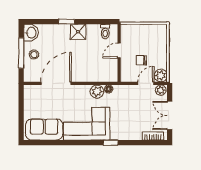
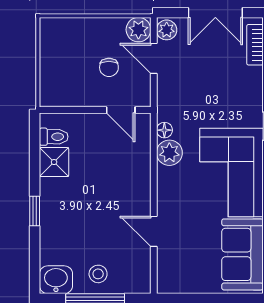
shower: (78, 32) -> (54, 162), moved
door: (119, 50) -> (121, 110), moved
door: (56, 83) -> (154, 231), width x0.53

